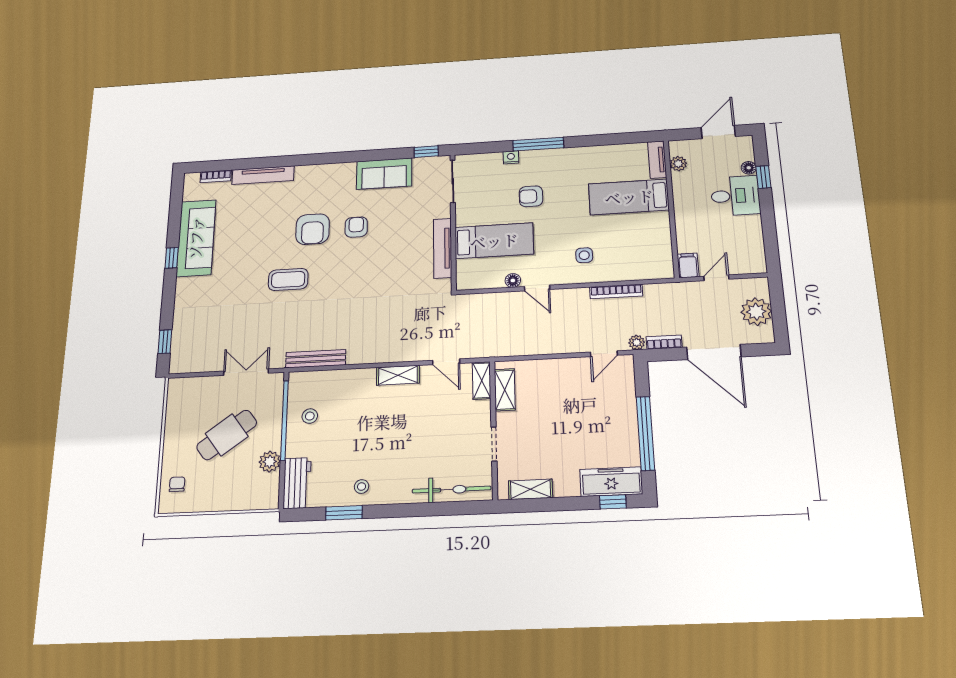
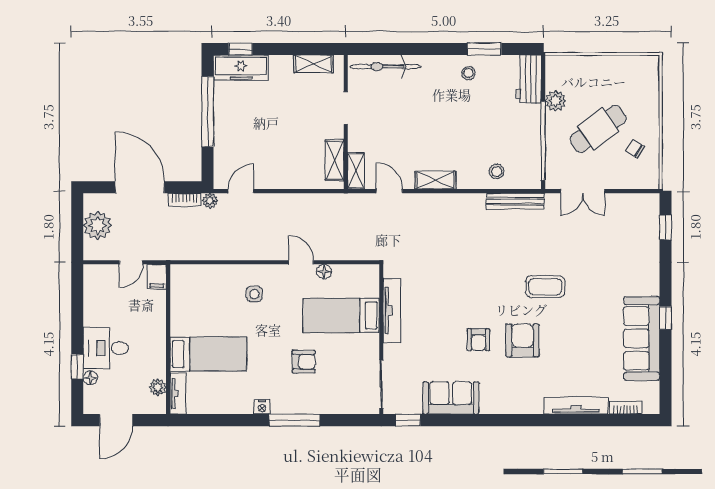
nightstand: (511, 157) -> (262, 407), moved
bookcase: (616, 291) -> (226, 254), removed
stool: (310, 416) -> (497, 171), moved
chair: (177, 484) -> (635, 149), moved, turned 123

